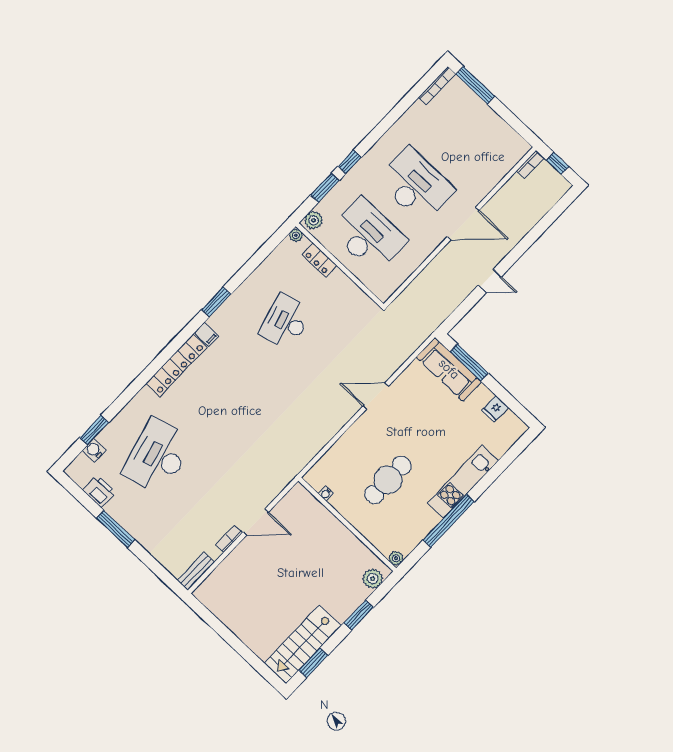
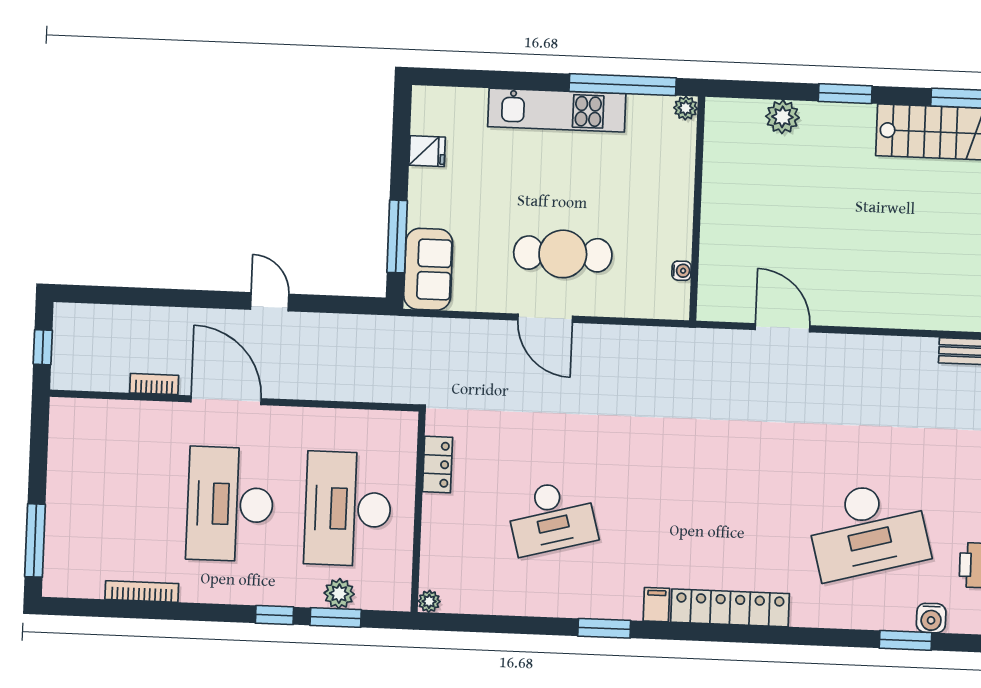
bookcase: (437, 85) -> (142, 591), moved
bookcase: (530, 164) -> (154, 384), moved
plant: (313, 220) -> (339, 594), moved
locker: (319, 260) -> (438, 464), moved
sofa: (449, 369) -> (428, 269), width x0.73
cafe table: (388, 480) -> (563, 254), moved
water cooler: (326, 493) -> (682, 271), moved
door: (256, 522) -> (783, 328), moved
wall: (347, 524) -> (697, 209), moved
bookcase: (229, 539) -> (892, 345), removed
plant: (396, 558) -> (686, 108), moved

